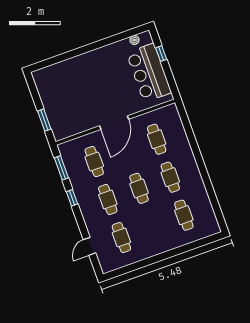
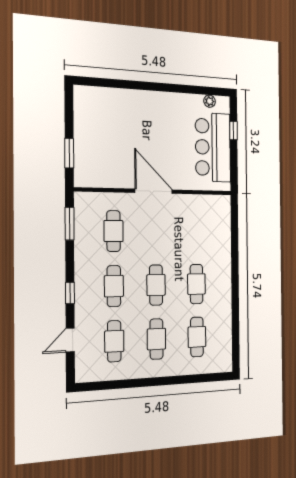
door: (114, 123) -> (154, 191), swing flipped
cafe table: (157, 139) -> (156, 339), moved
window: (72, 198) -> (70, 293), moved

